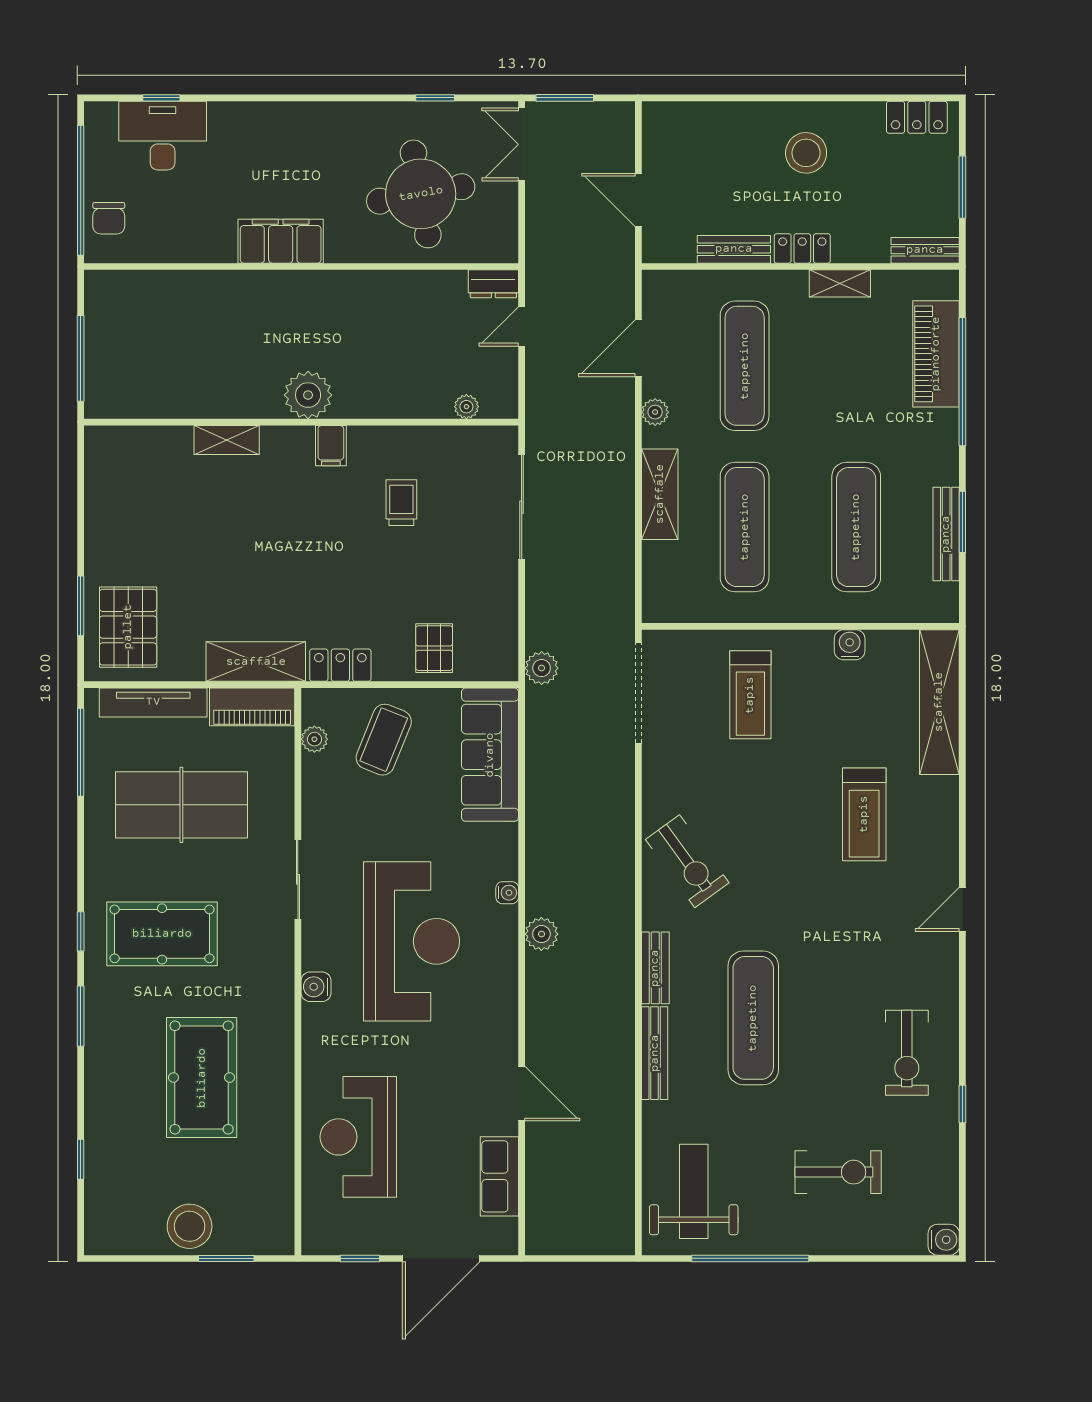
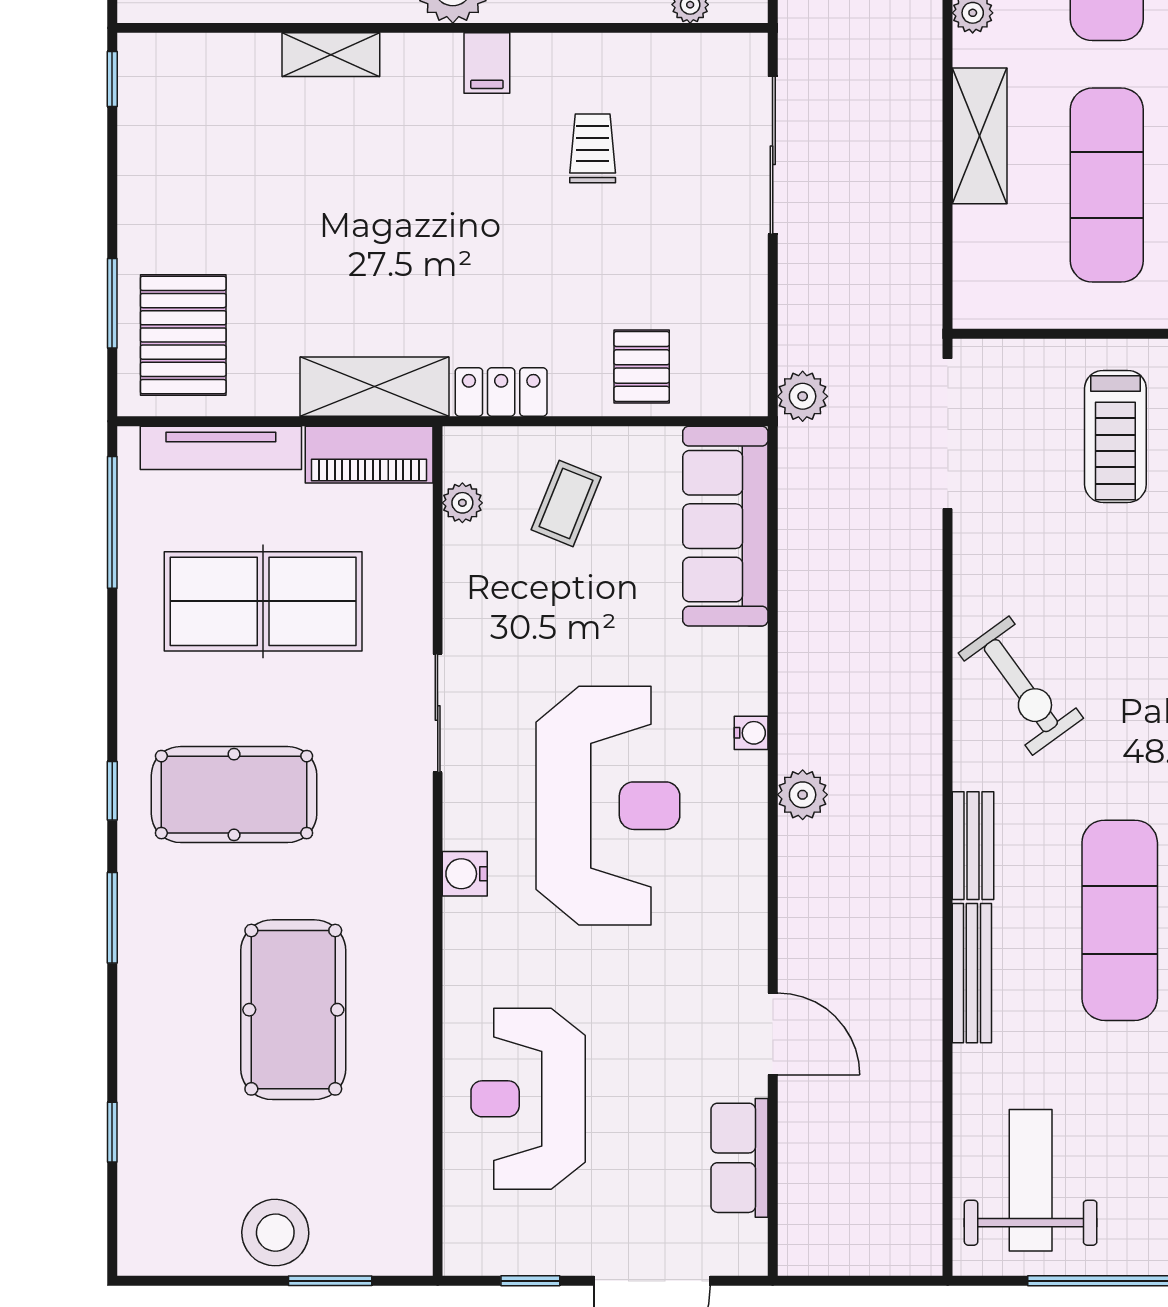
window: (81, 456) -> (112, 79), added
coffee table: (384, 740) -> (566, 503), width x0.73, depth x0.77

